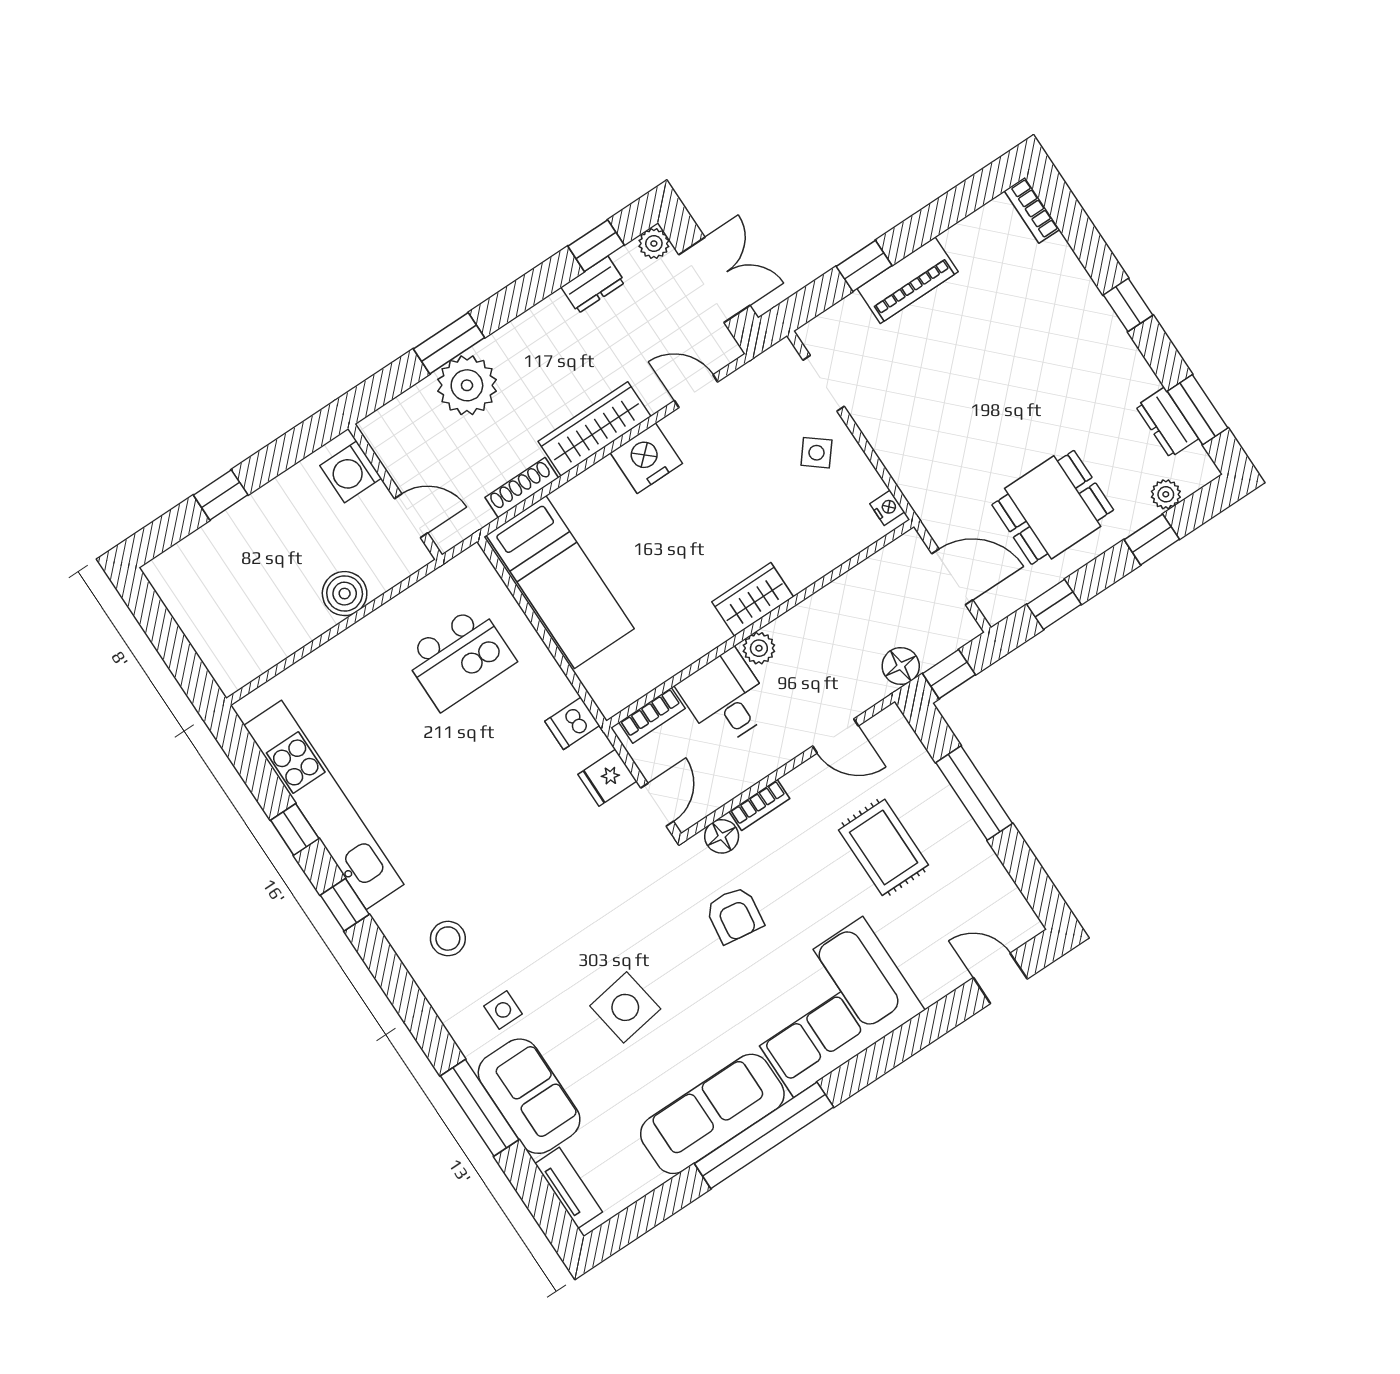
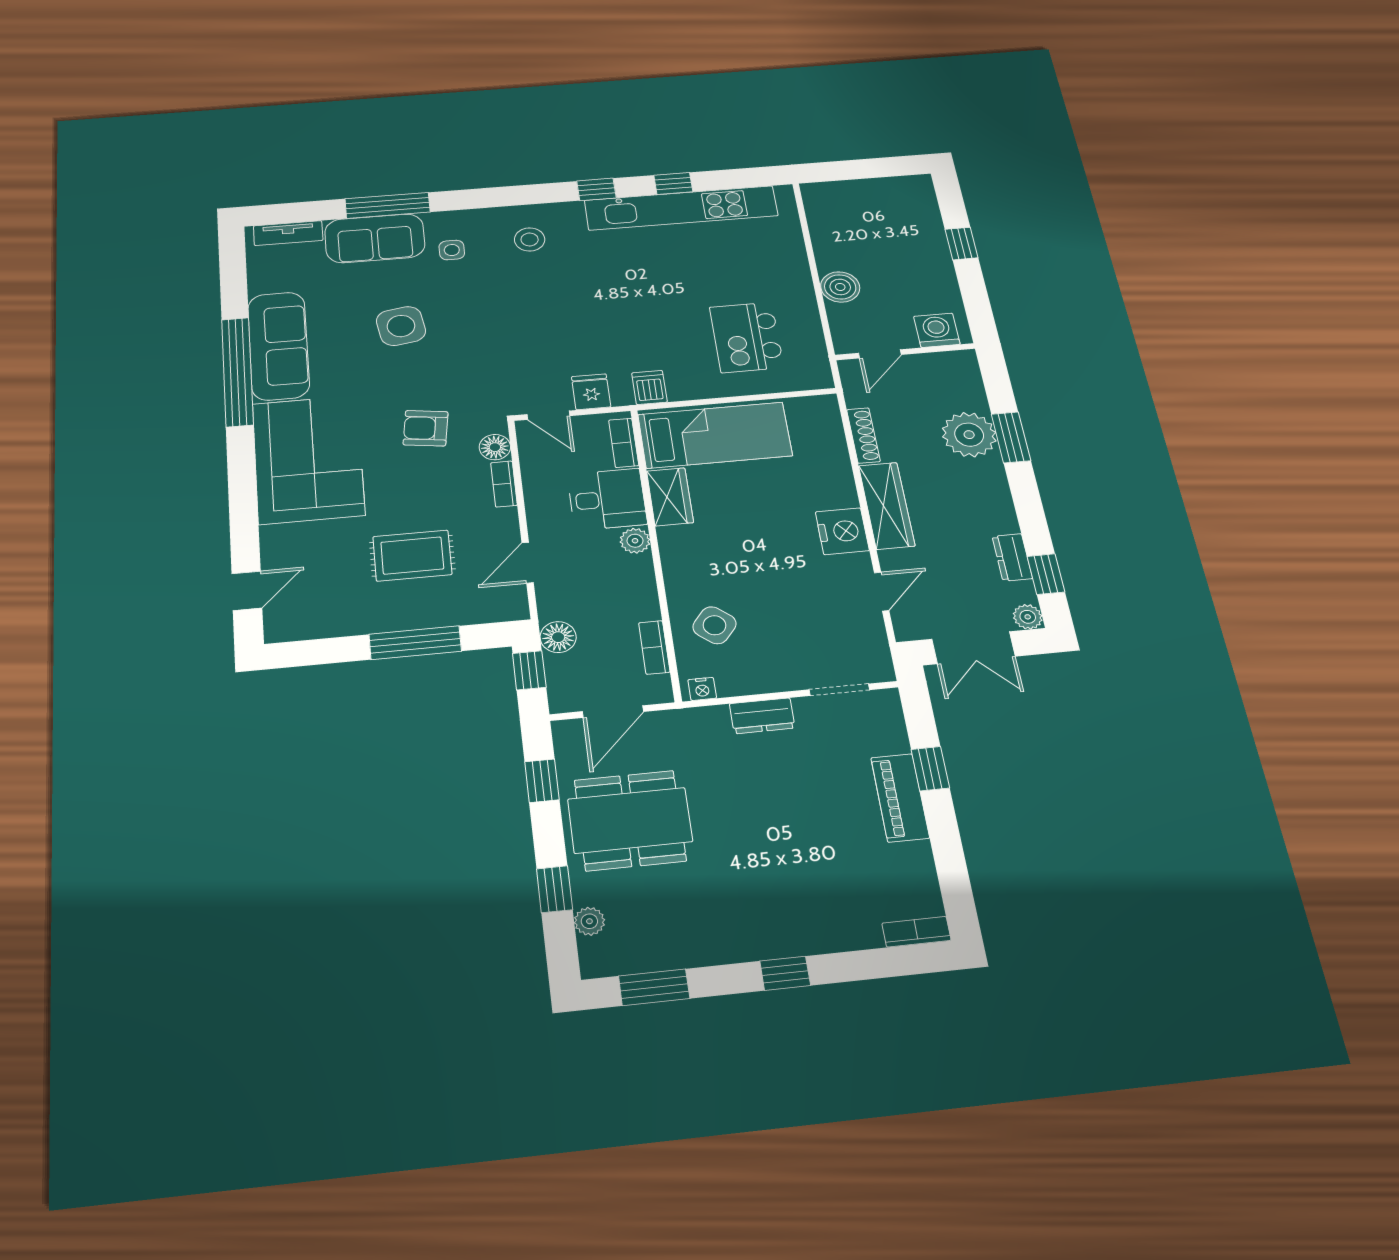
dresser: (1167, 422) -> (762, 716), moved, turned 180
side table: (816, 453) -> (714, 625), moved, width x1.37, depth x1.37
dining table: (1053, 507) -> (630, 820), width x1.38
bookcase: (866, 573) -> (654, 647), added
bed: (560, 582) -> (715, 435), moved, turned 180
wardrobe: (753, 599) -> (670, 497), moved

